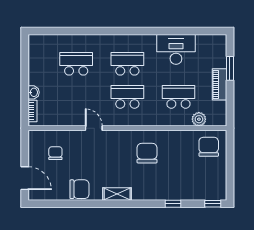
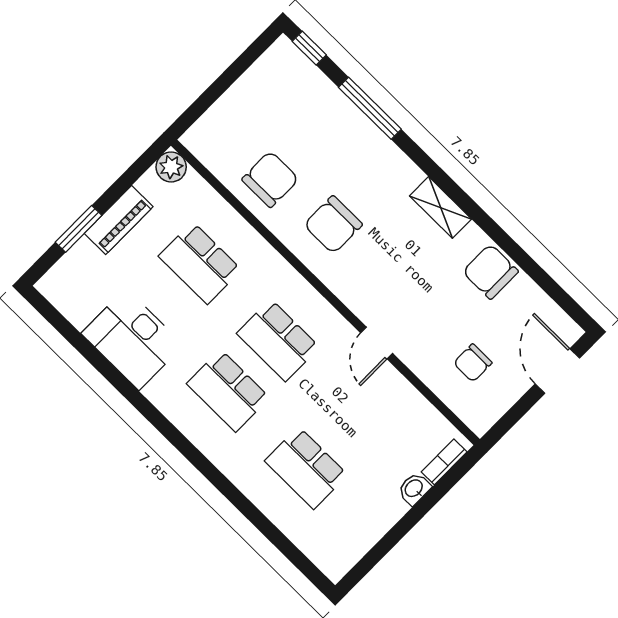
plant: (199, 119) -> (171, 167), moved
chair: (209, 147) -> (270, 179), moved, turned 180
window: (173, 204) -> (370, 108), width x2.17

